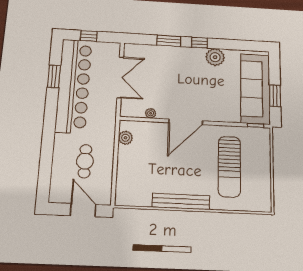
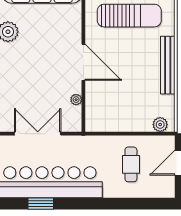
plant: (126, 138) -> (160, 125), moved
cafe table: (85, 161) -> (131, 164), turned 90

